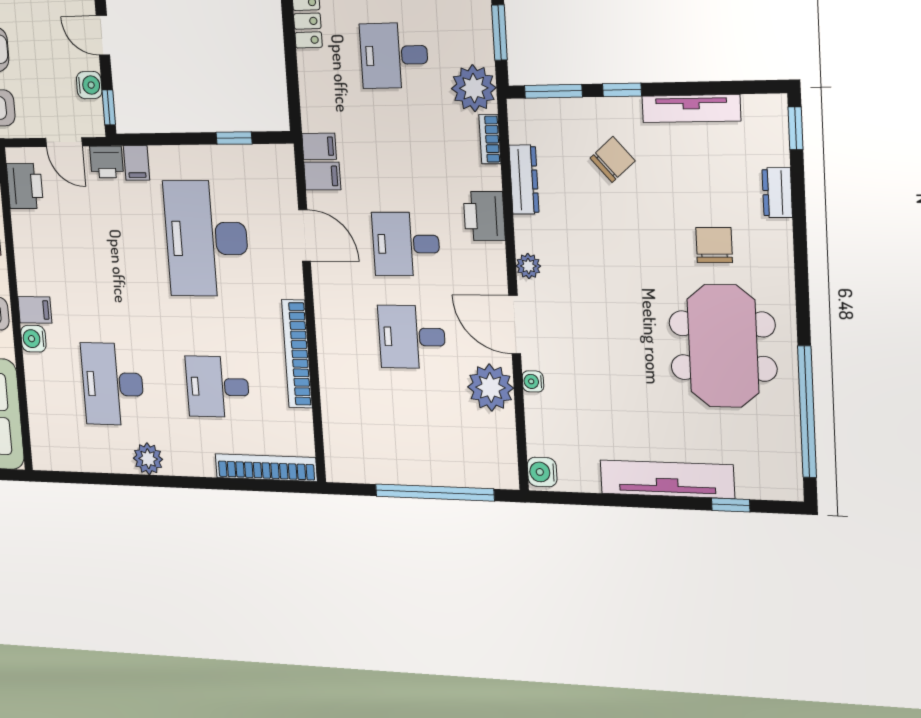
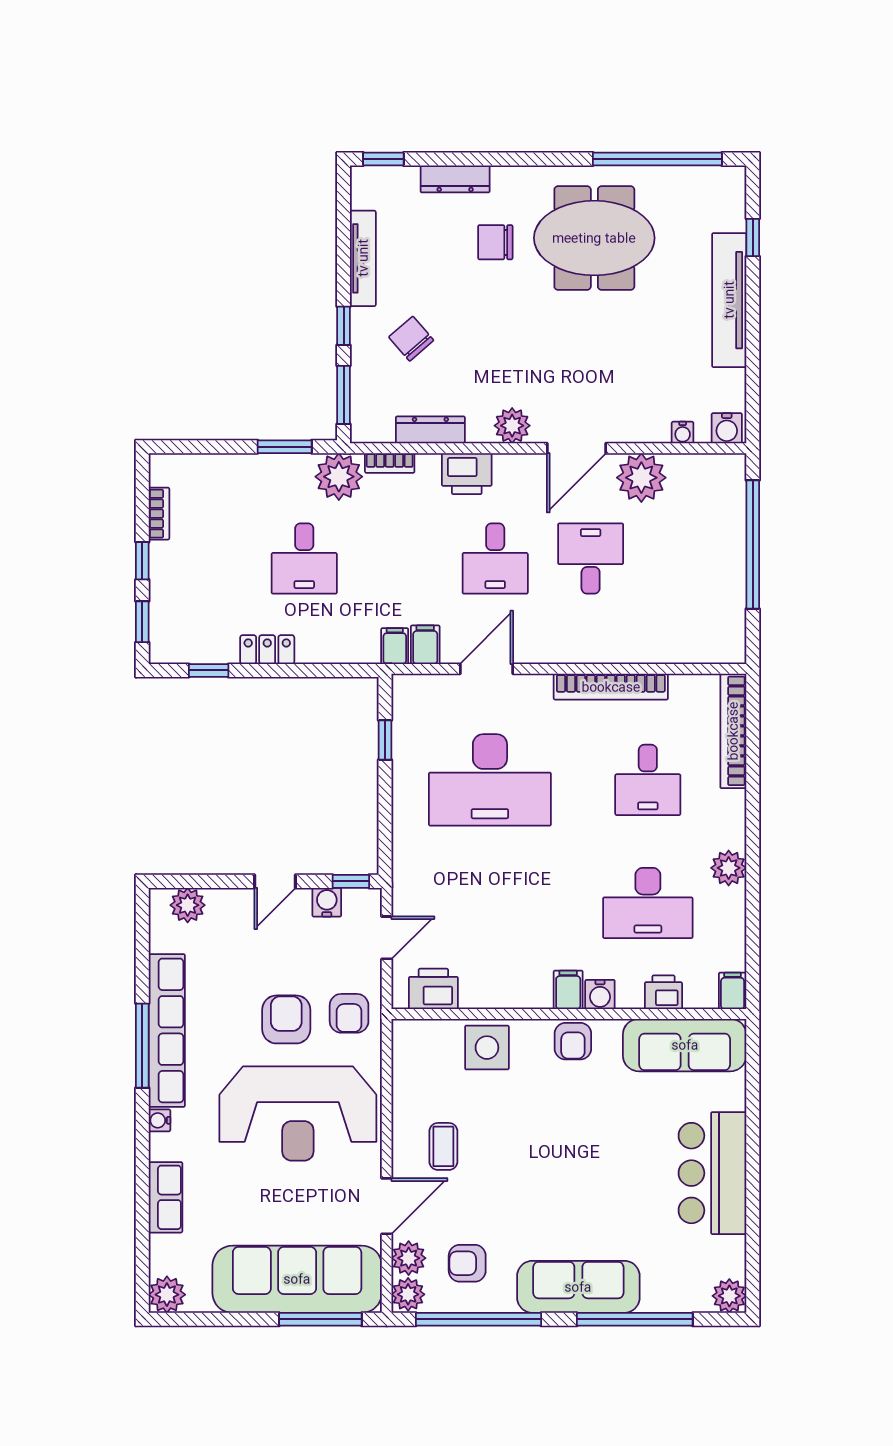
printer: (107, 162) -> (663, 992), moved, turned -90
filing cabinet: (137, 163) -> (733, 991), moved, turned -90
dresser: (777, 193) -> (455, 179), width x1.44
plant: (528, 266) -> (512, 426), width x1.38, depth x1.38
desk: (412, 337) -> (591, 559), turned 180
water cooler: (533, 381) -> (683, 433), moved

